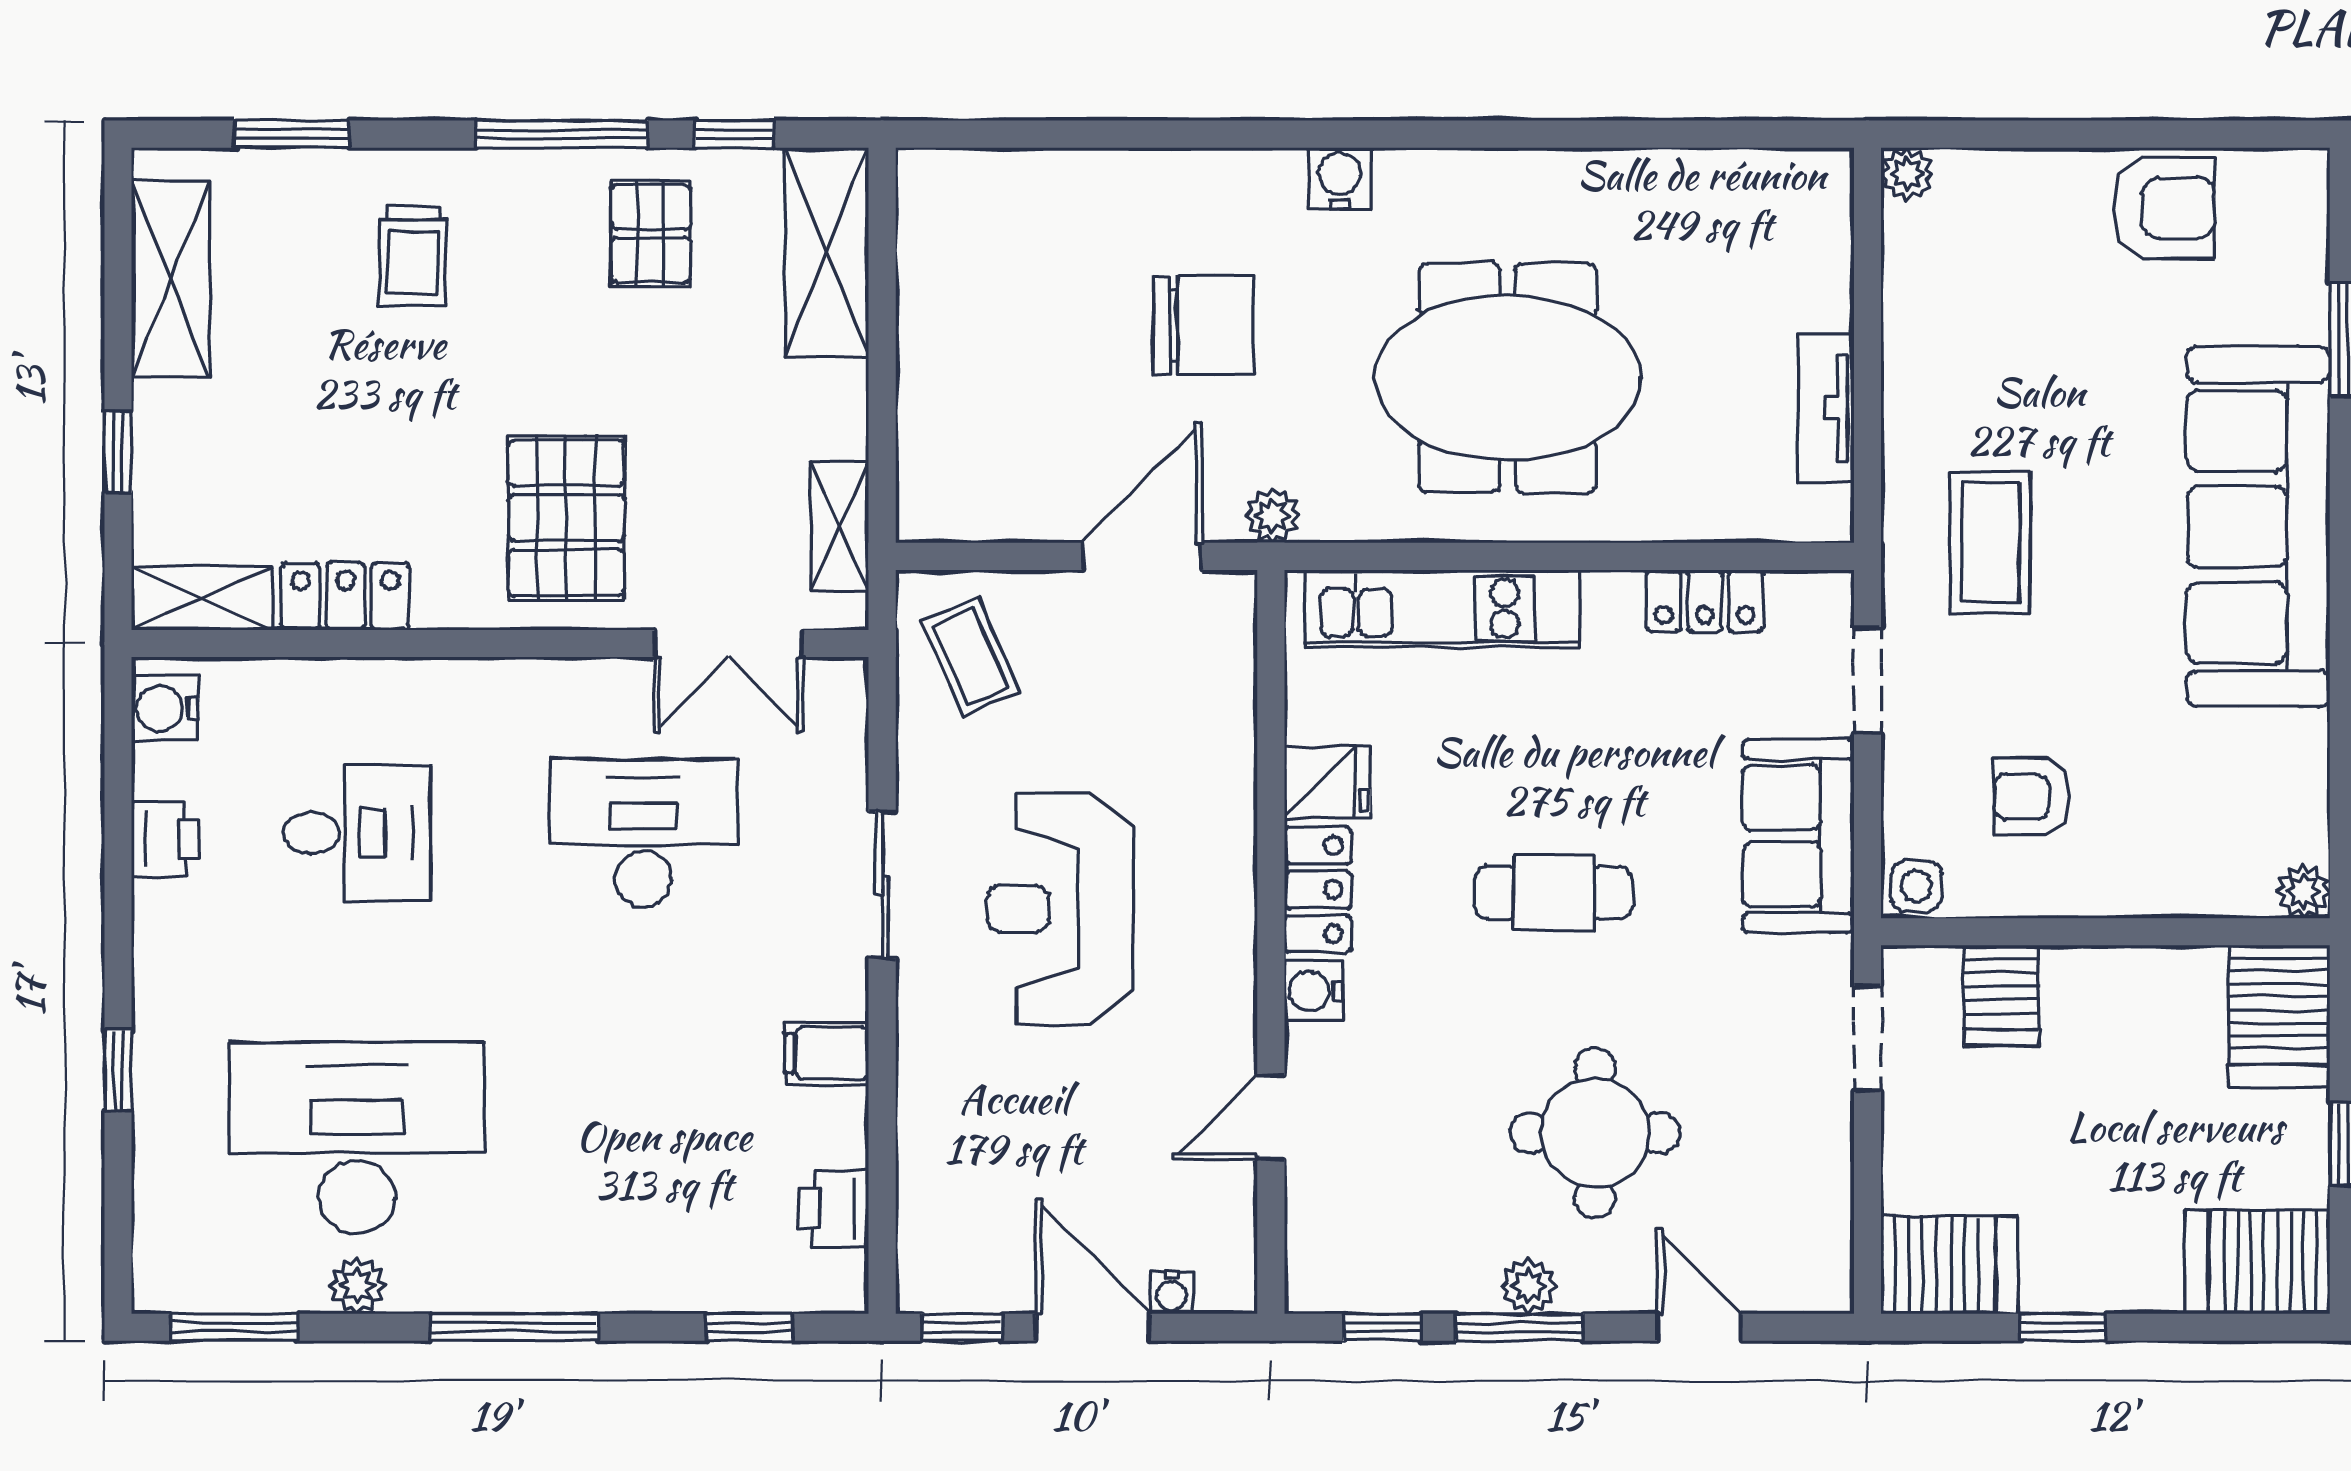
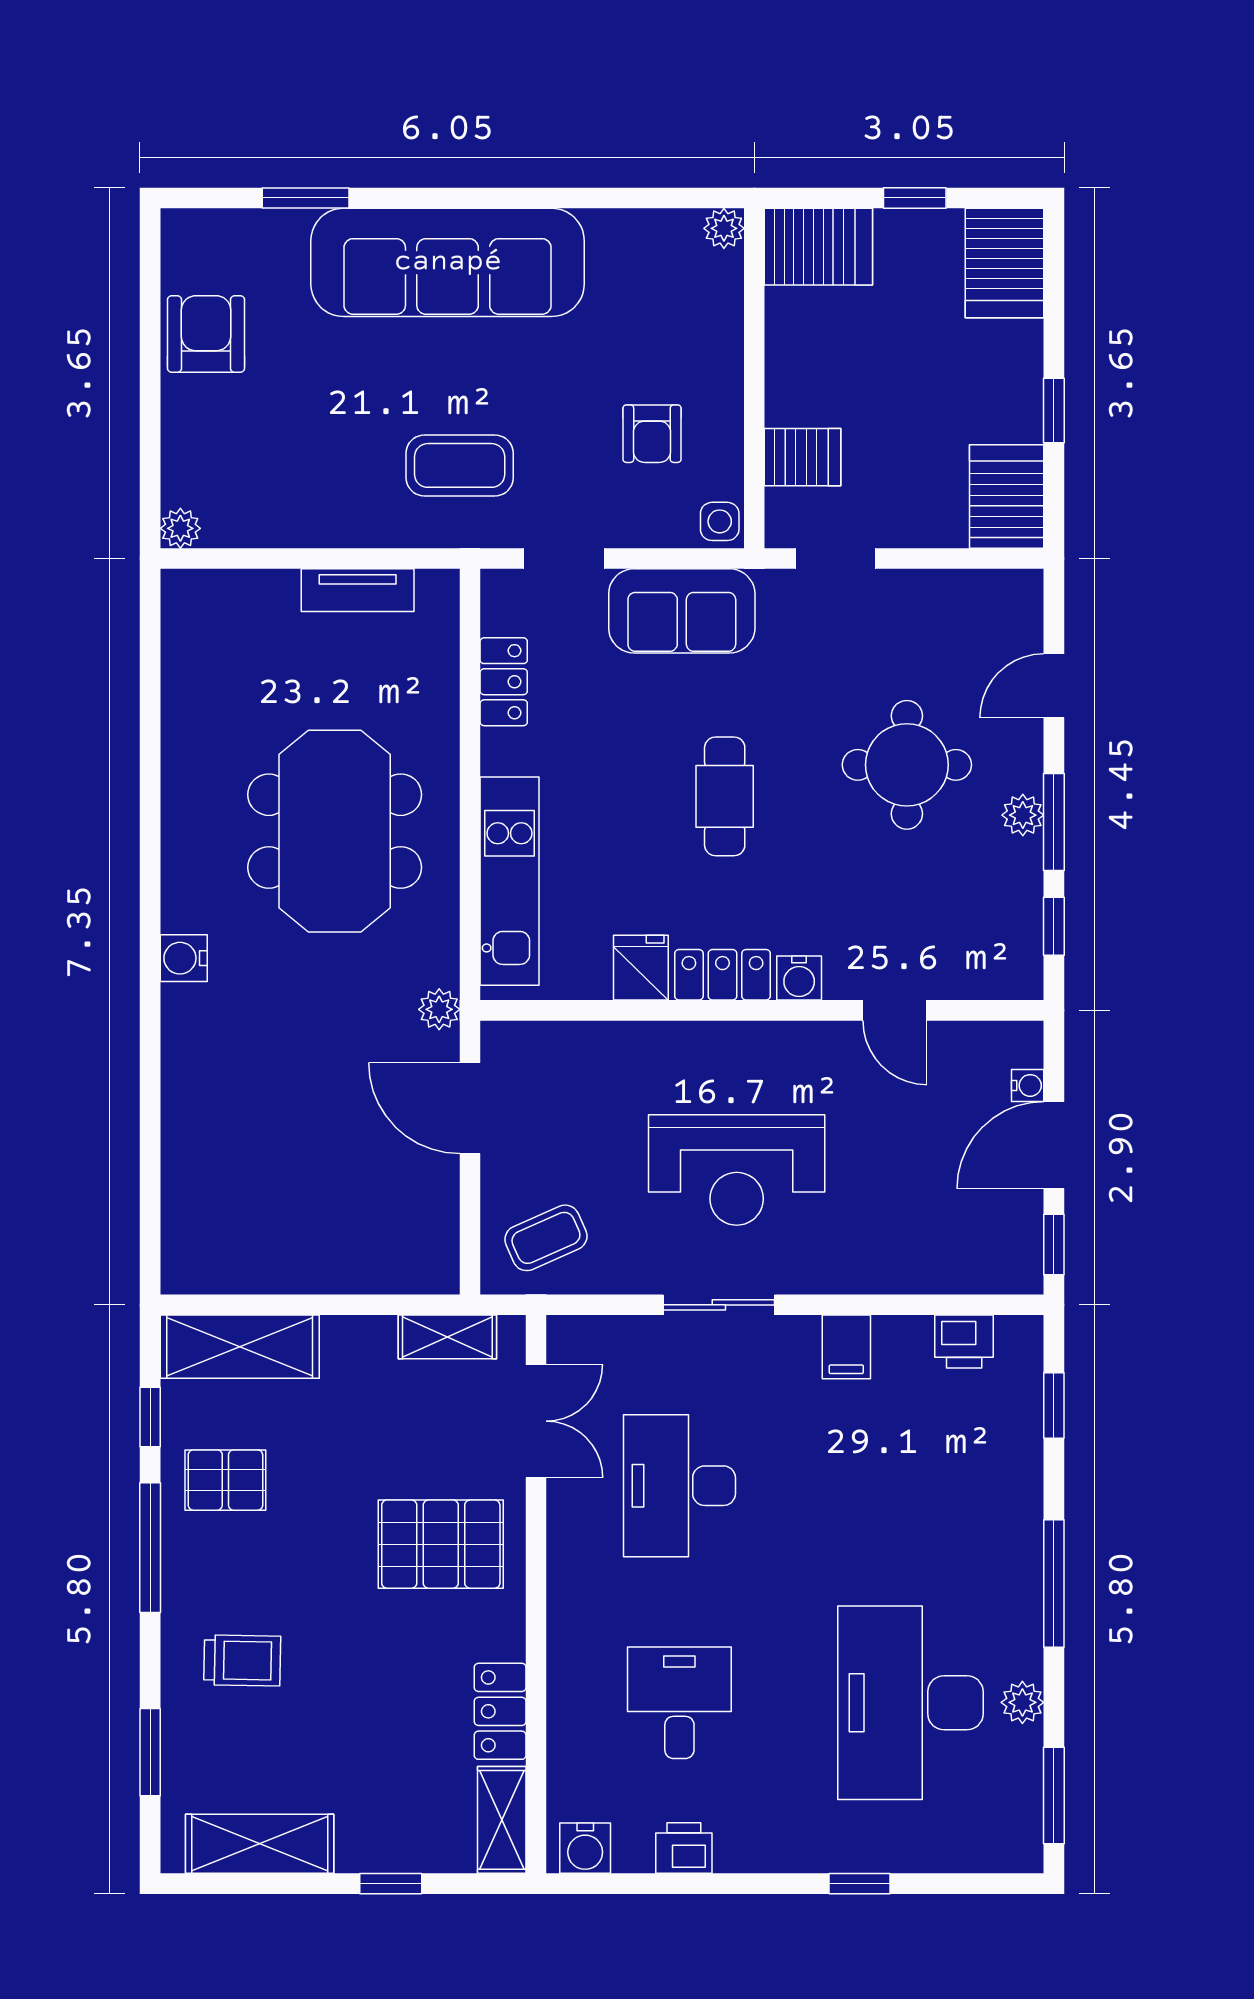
chair: (1203, 325) -> (295, 1062), removed

